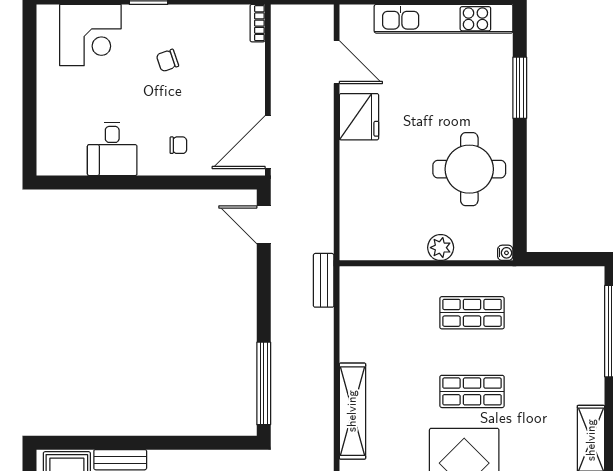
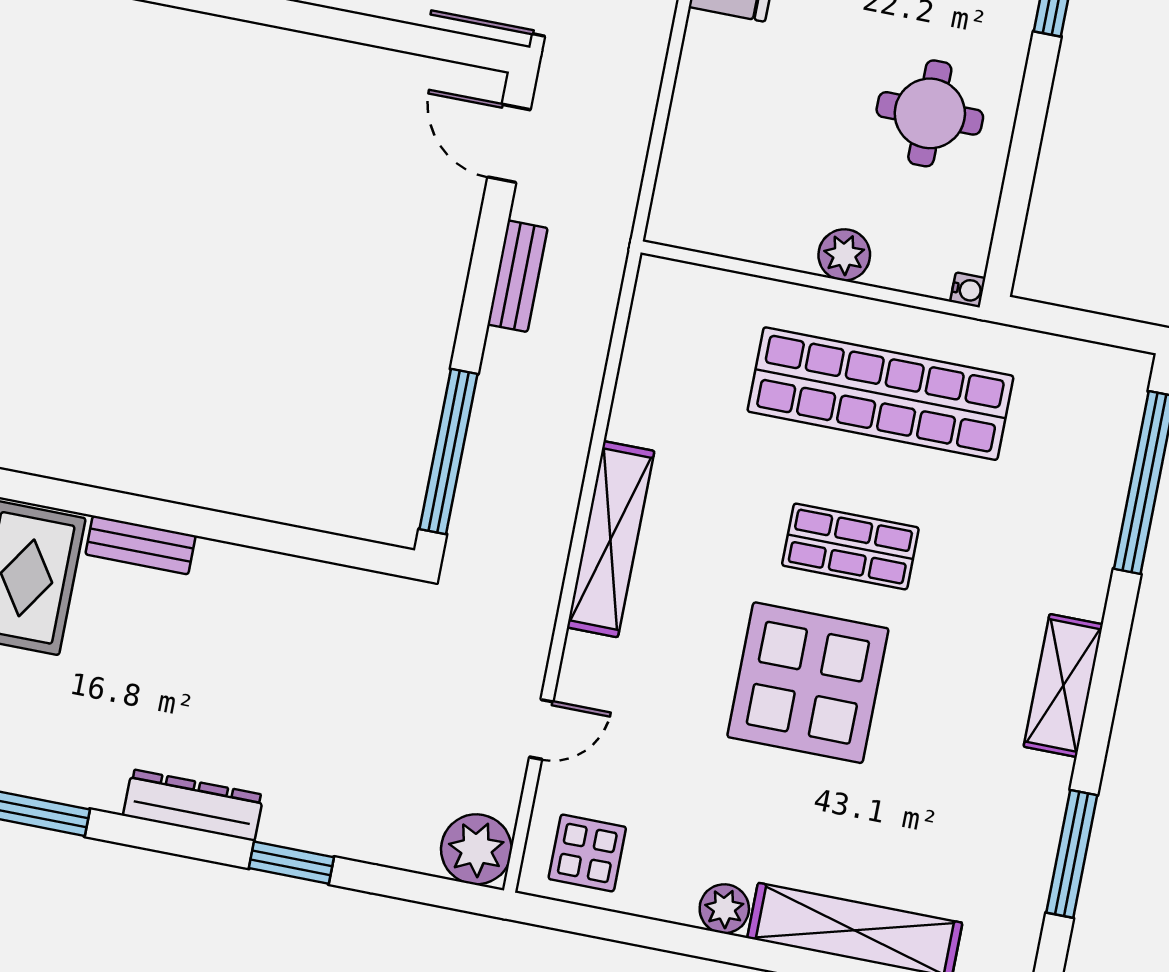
round table: (469, 169) -> (930, 113), width x0.73, depth x0.73
bench: (324, 280) -> (517, 276), moved
shop shelf: (472, 313) -> (880, 394), width x2.00, depth x1.36

